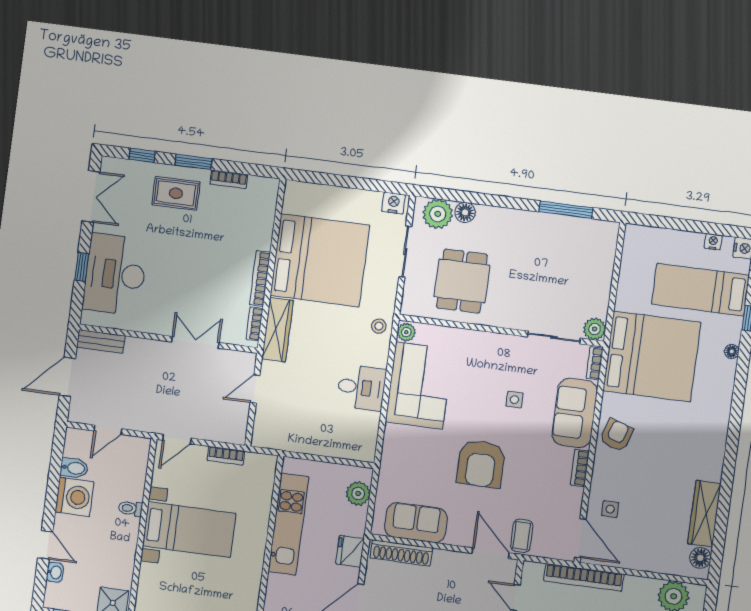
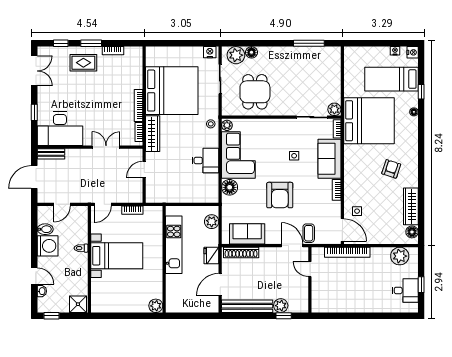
desk: (115, 274) -> (60, 129), moved, turned -90
armchair: (616, 435) -> (391, 169), moved
floor lamp: (397, 439) -> (230, 187), added

